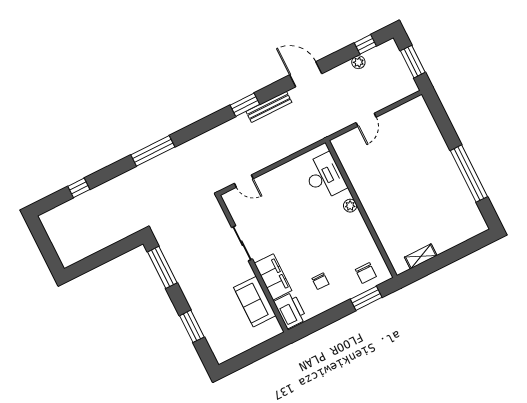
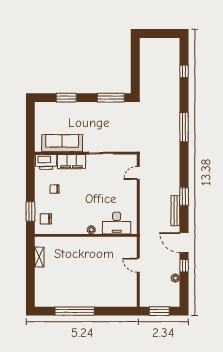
window: (365, 44) -> (184, 266), moved
door: (306, 74) -> (184, 243), swing flipped
sofa: (255, 302) -> (62, 143), width x1.36

